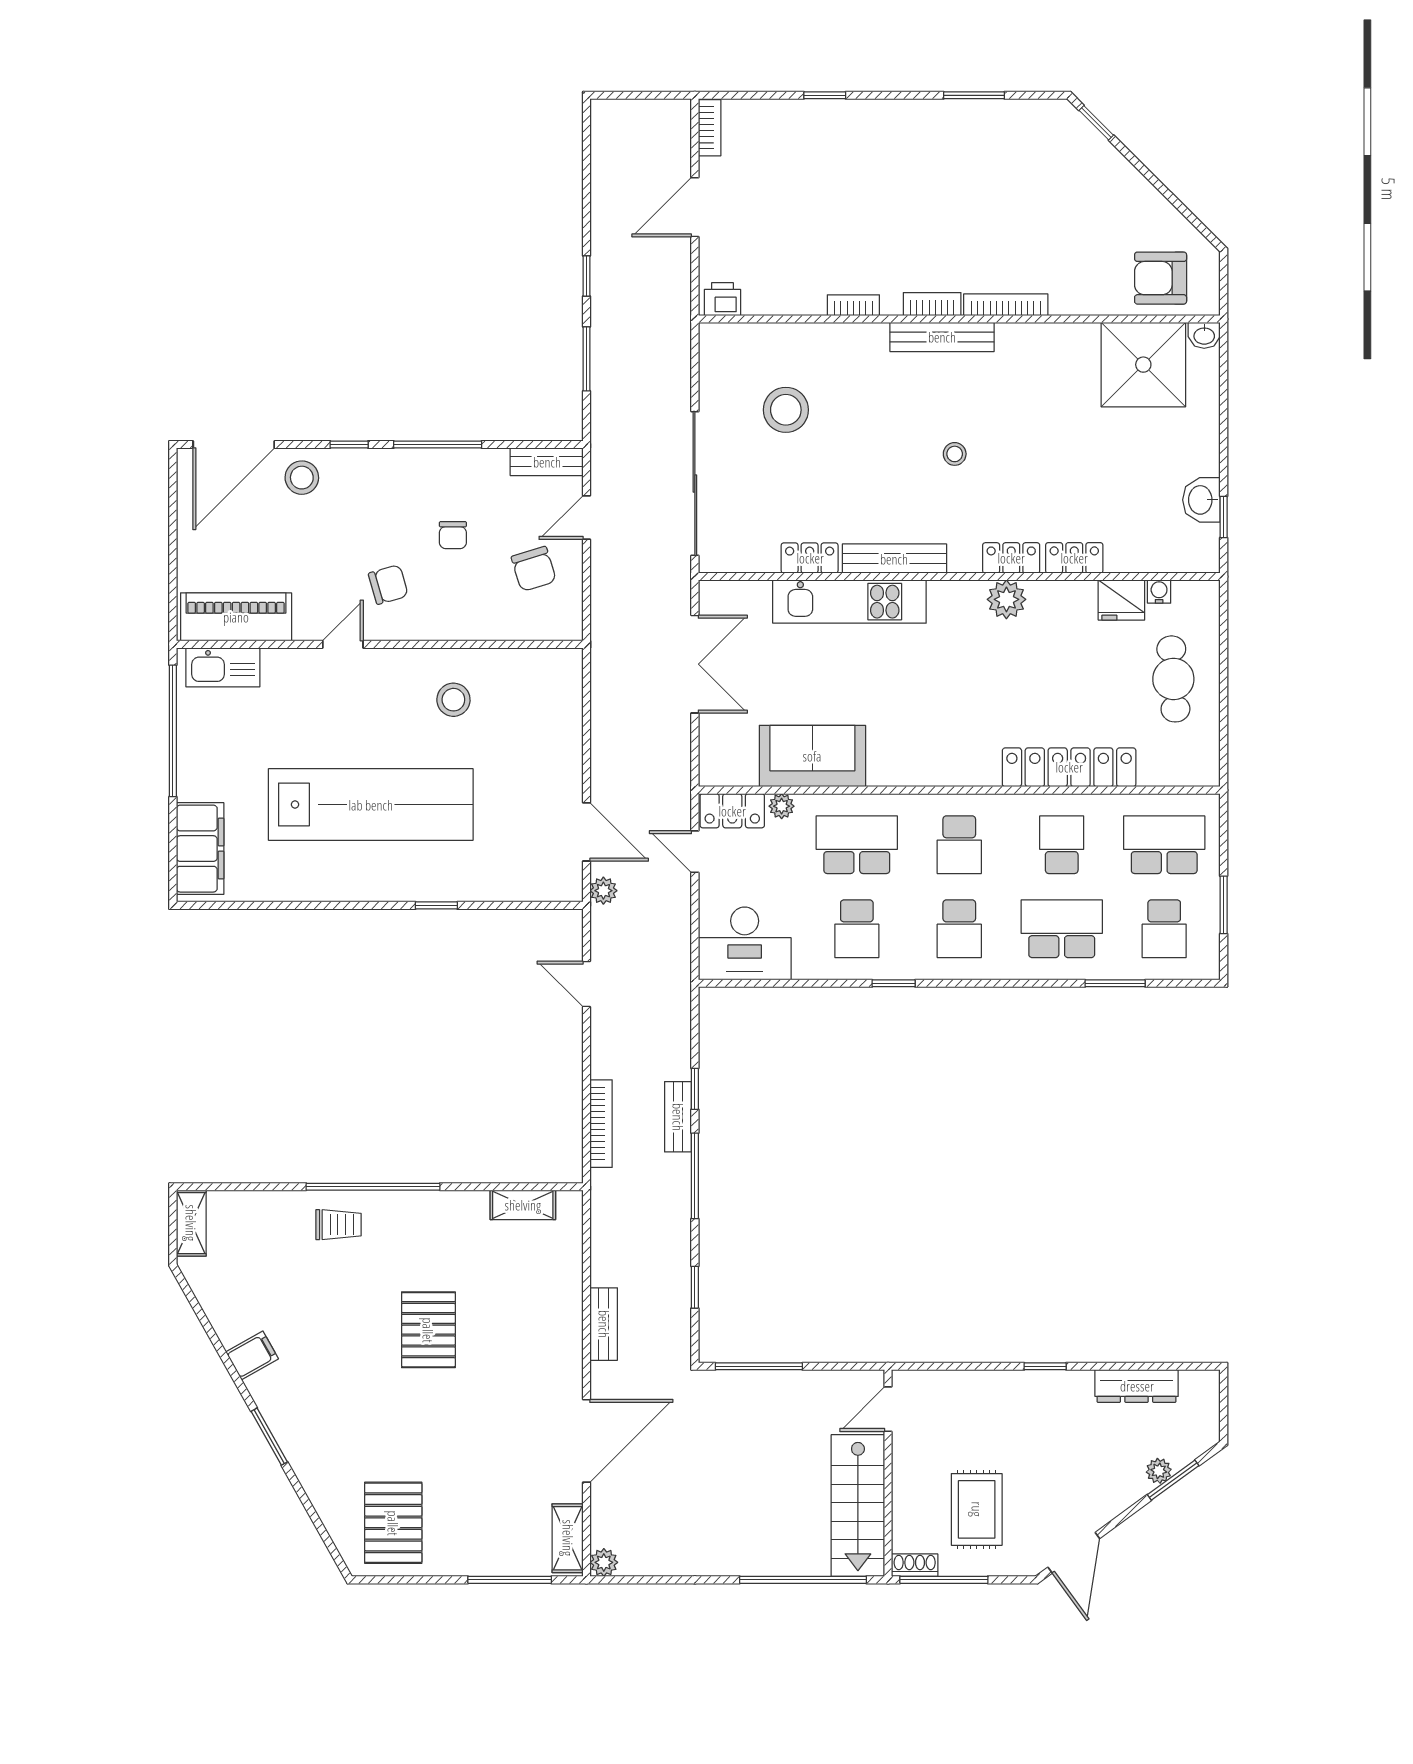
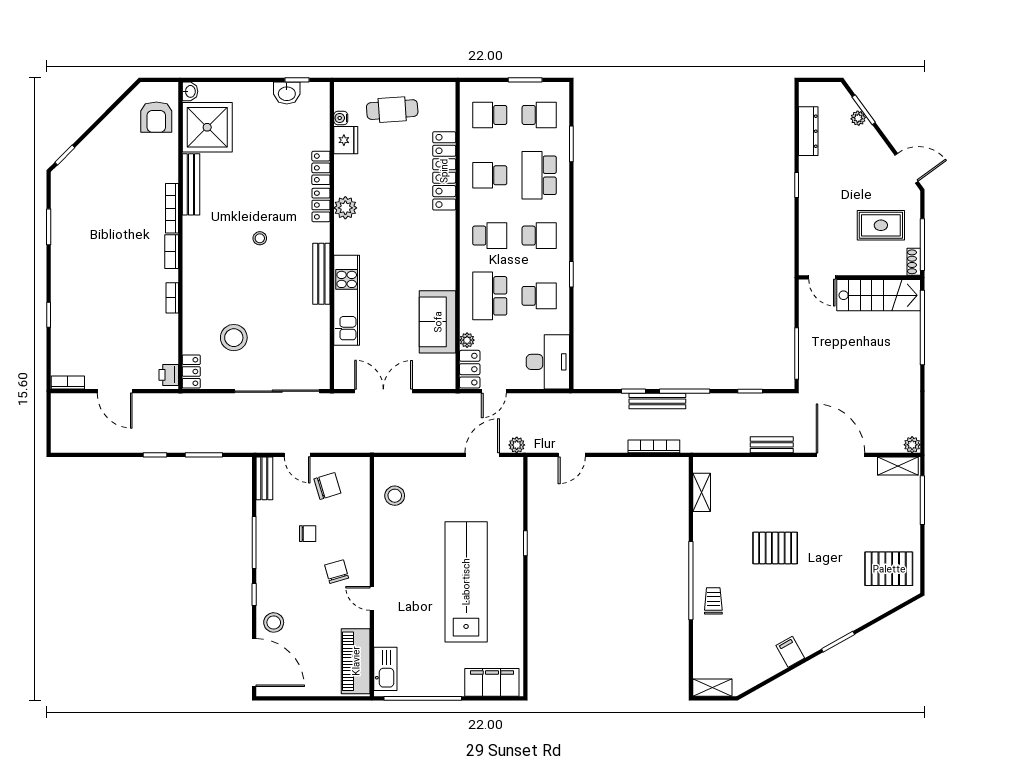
bench: (942, 337) -> (191, 184), moved
locker: (810, 558) -> (191, 372), moved, turned 180
stool: (453, 700) -> (395, 496), moved
school desk: (1164, 845) -> (490, 115), width x0.54
bench: (678, 1117) -> (657, 401), width x1.36

